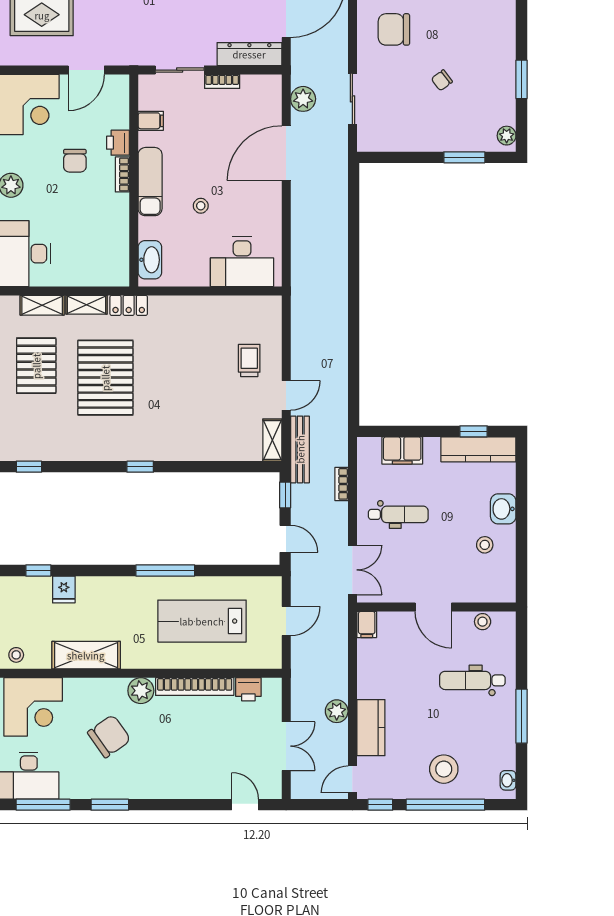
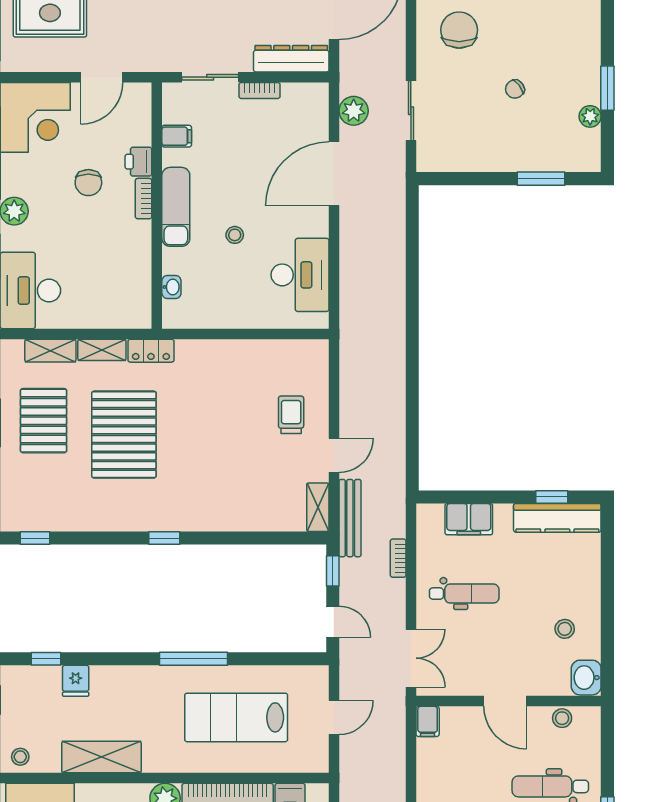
chair: (394, 29) -> (459, 30), turned 90
plant: (507, 136) -> (590, 116), moved
washbasin: (150, 260) -> (171, 287), width x0.52, depth x0.69
desk: (242, 262) -> (300, 275), moved, turned -90
washbasin: (503, 509) -> (586, 678), moved

